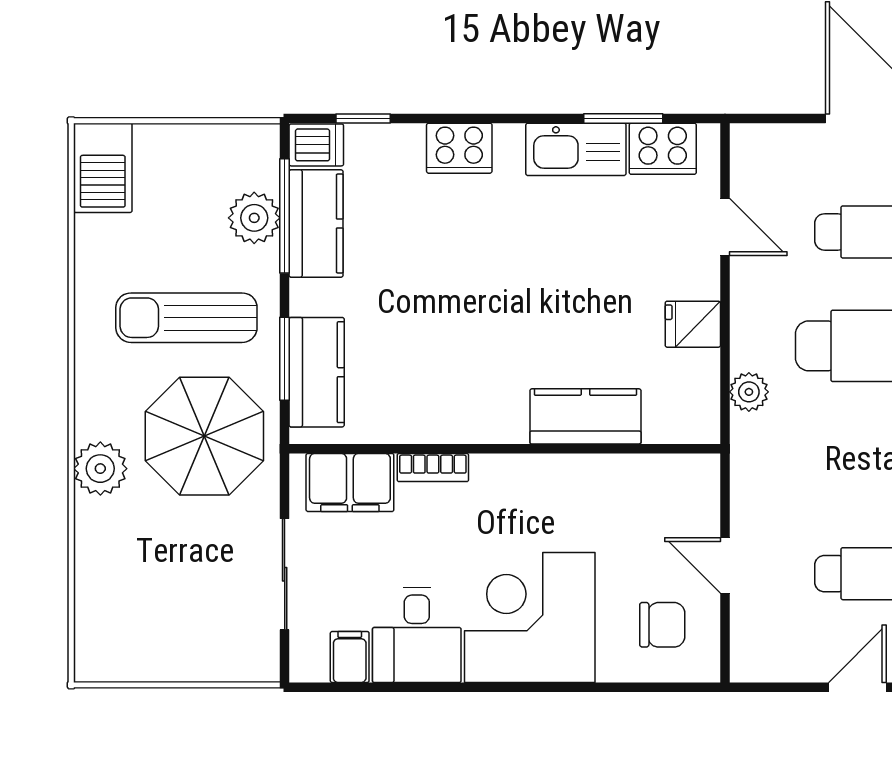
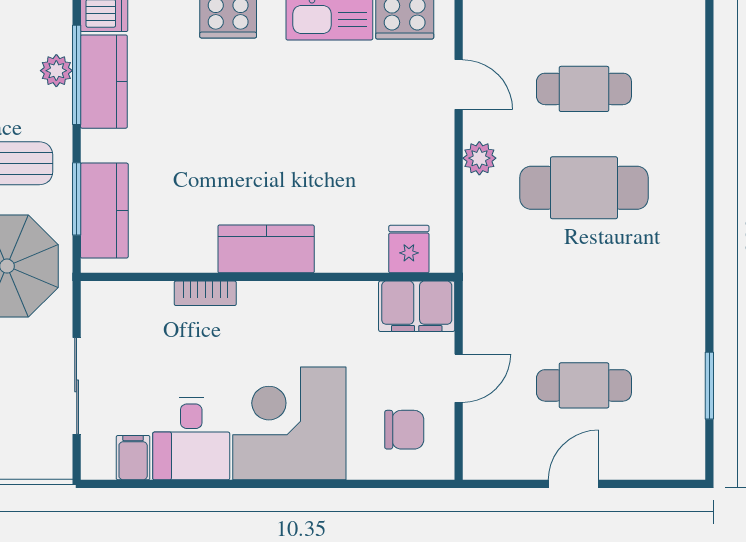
plant: (254, 218) -> (56, 71), width x0.73, depth x0.73
fridge: (693, 324) -> (409, 249), moved, turned 90
plant: (749, 392) -> (479, 158), moved
kitchen counter: (585, 416) -> (266, 249), moved
filing cabinet: (350, 482) -> (417, 306), moved
door: (725, 565) -> (459, 378), swing flipped

